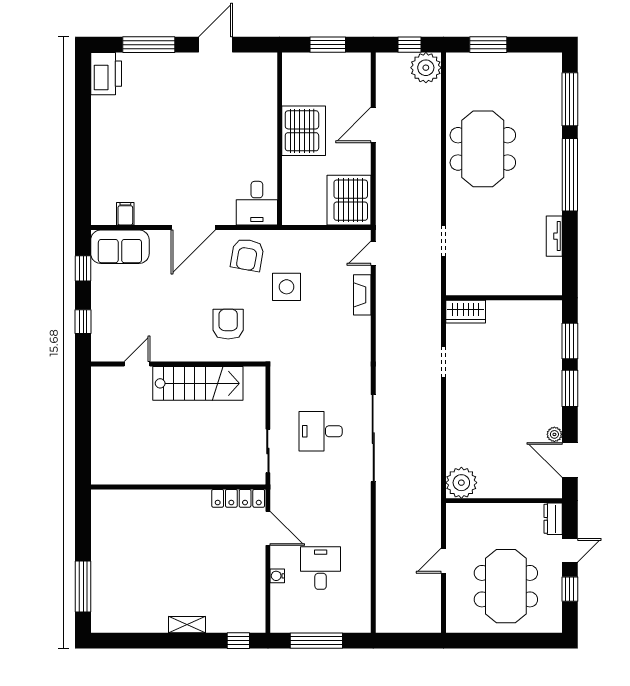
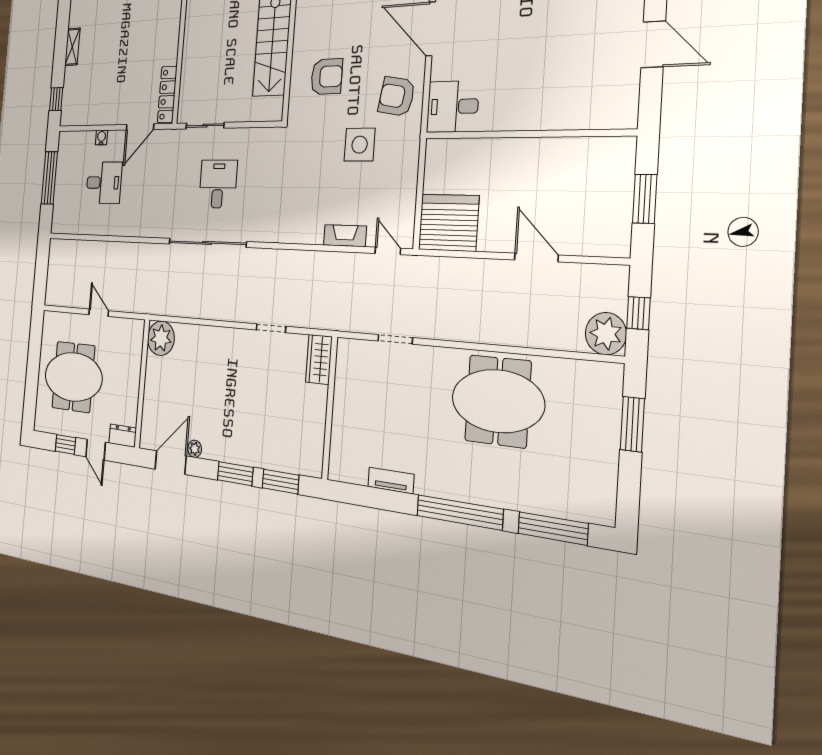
server rack: (304, 131) -> (535, 165), removed

